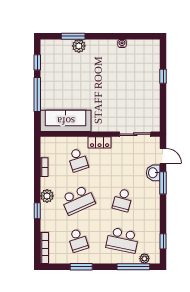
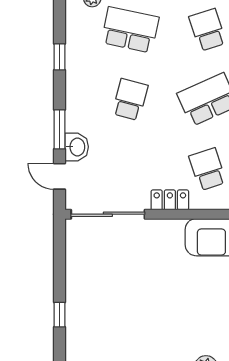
sliding door: (135, 134) -> (108, 214), width x1.37
window: (163, 241) -> (60, 57), moved

